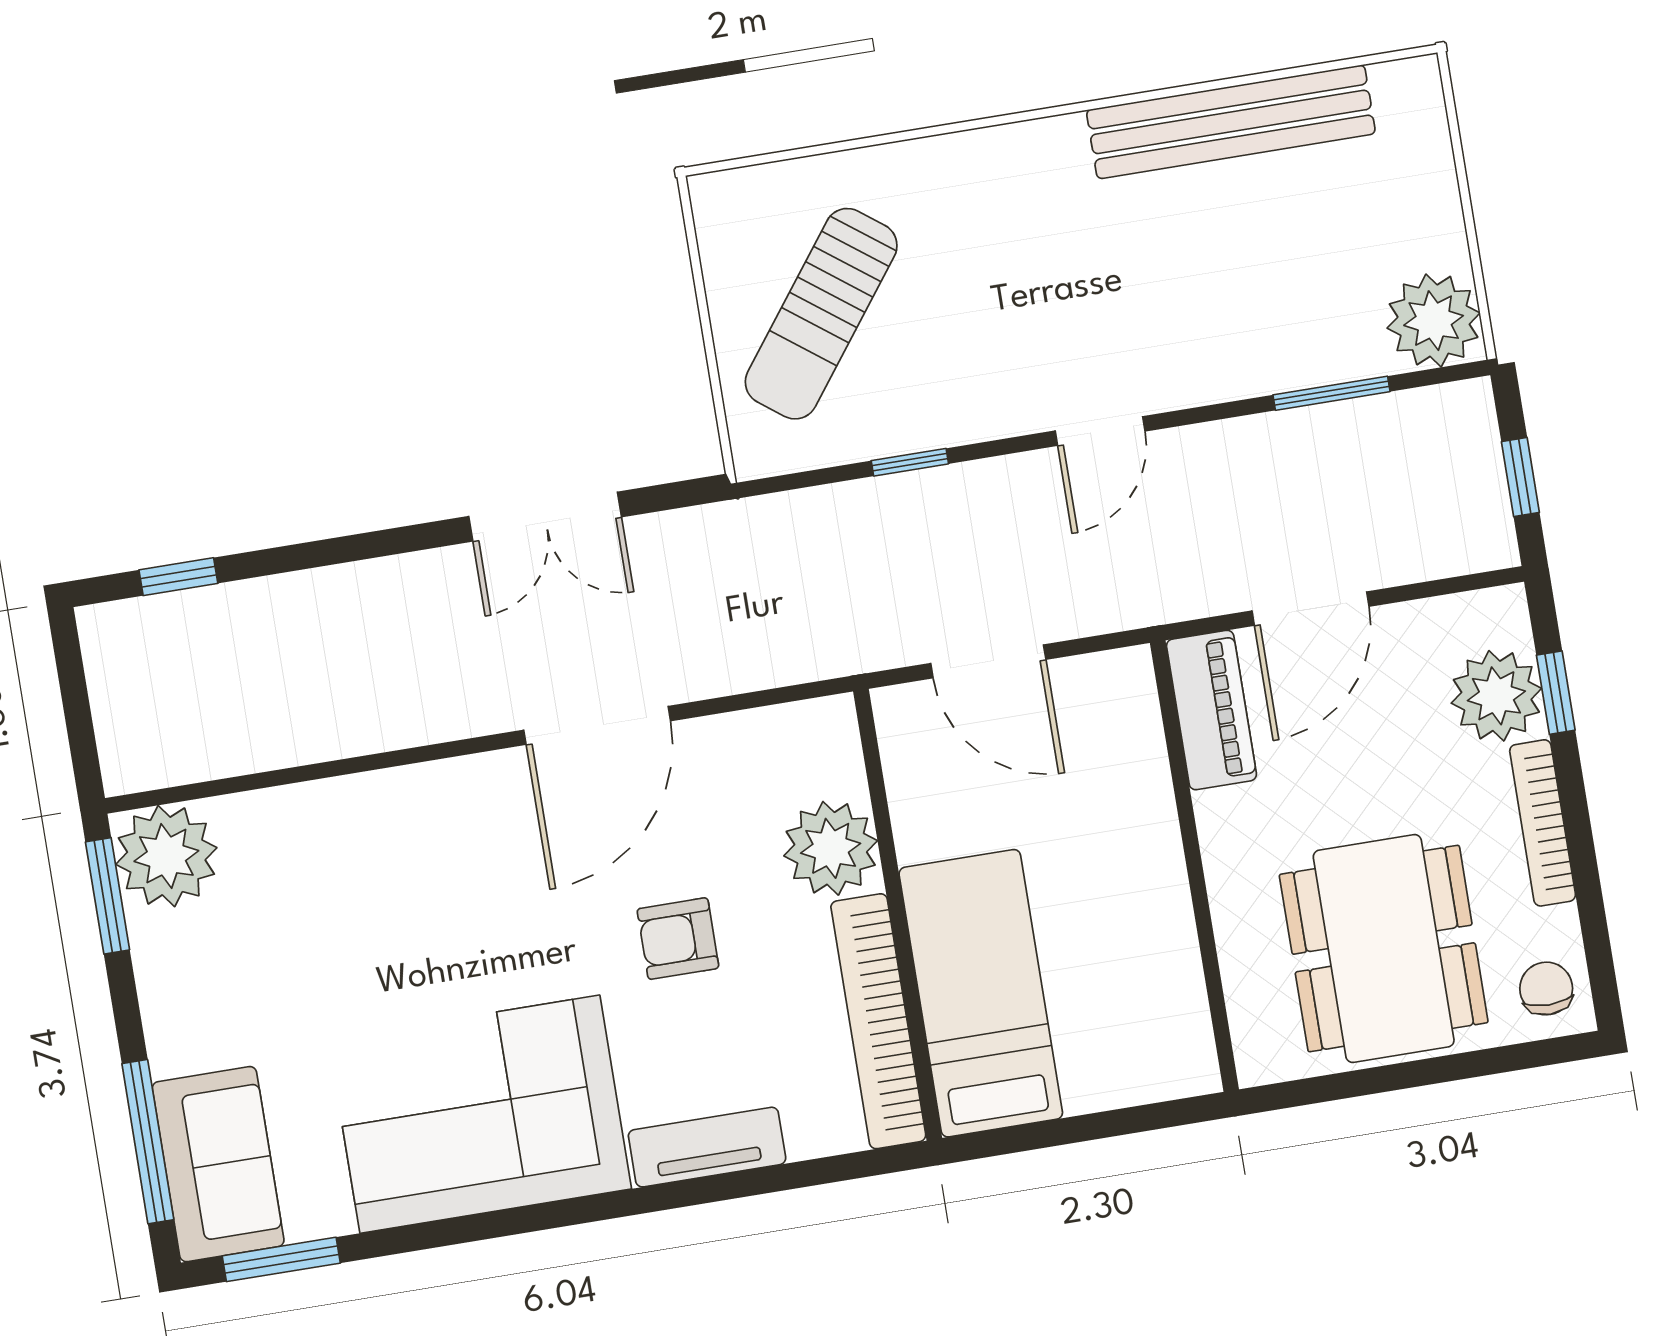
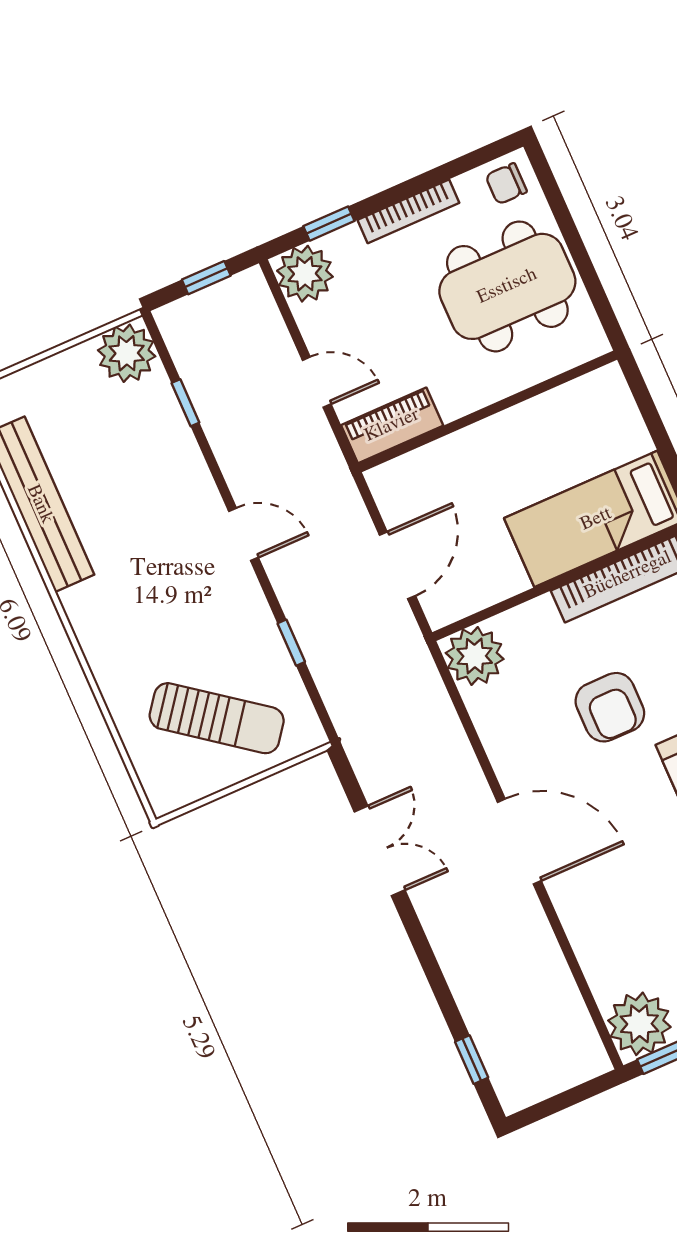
window: (1331, 393) -> (185, 403), width x0.67
door: (1310, 609) -> (317, 382), width x0.73
plant: (1496, 696) -> (305, 274), moved
door: (597, 725) -> (519, 842), moved
plant: (831, 848) -> (475, 656), moved
armchair: (678, 939) -> (610, 707), width x1.38, depth x1.38

